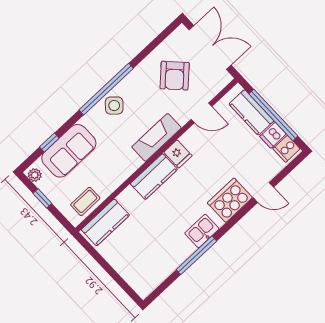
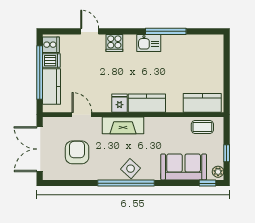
armchair: (175, 76) -> (77, 152), turned -46
window: (49, 142) -> (207, 183), moved
cooker: (230, 200) -> (114, 43), width x0.53, depth x0.76

